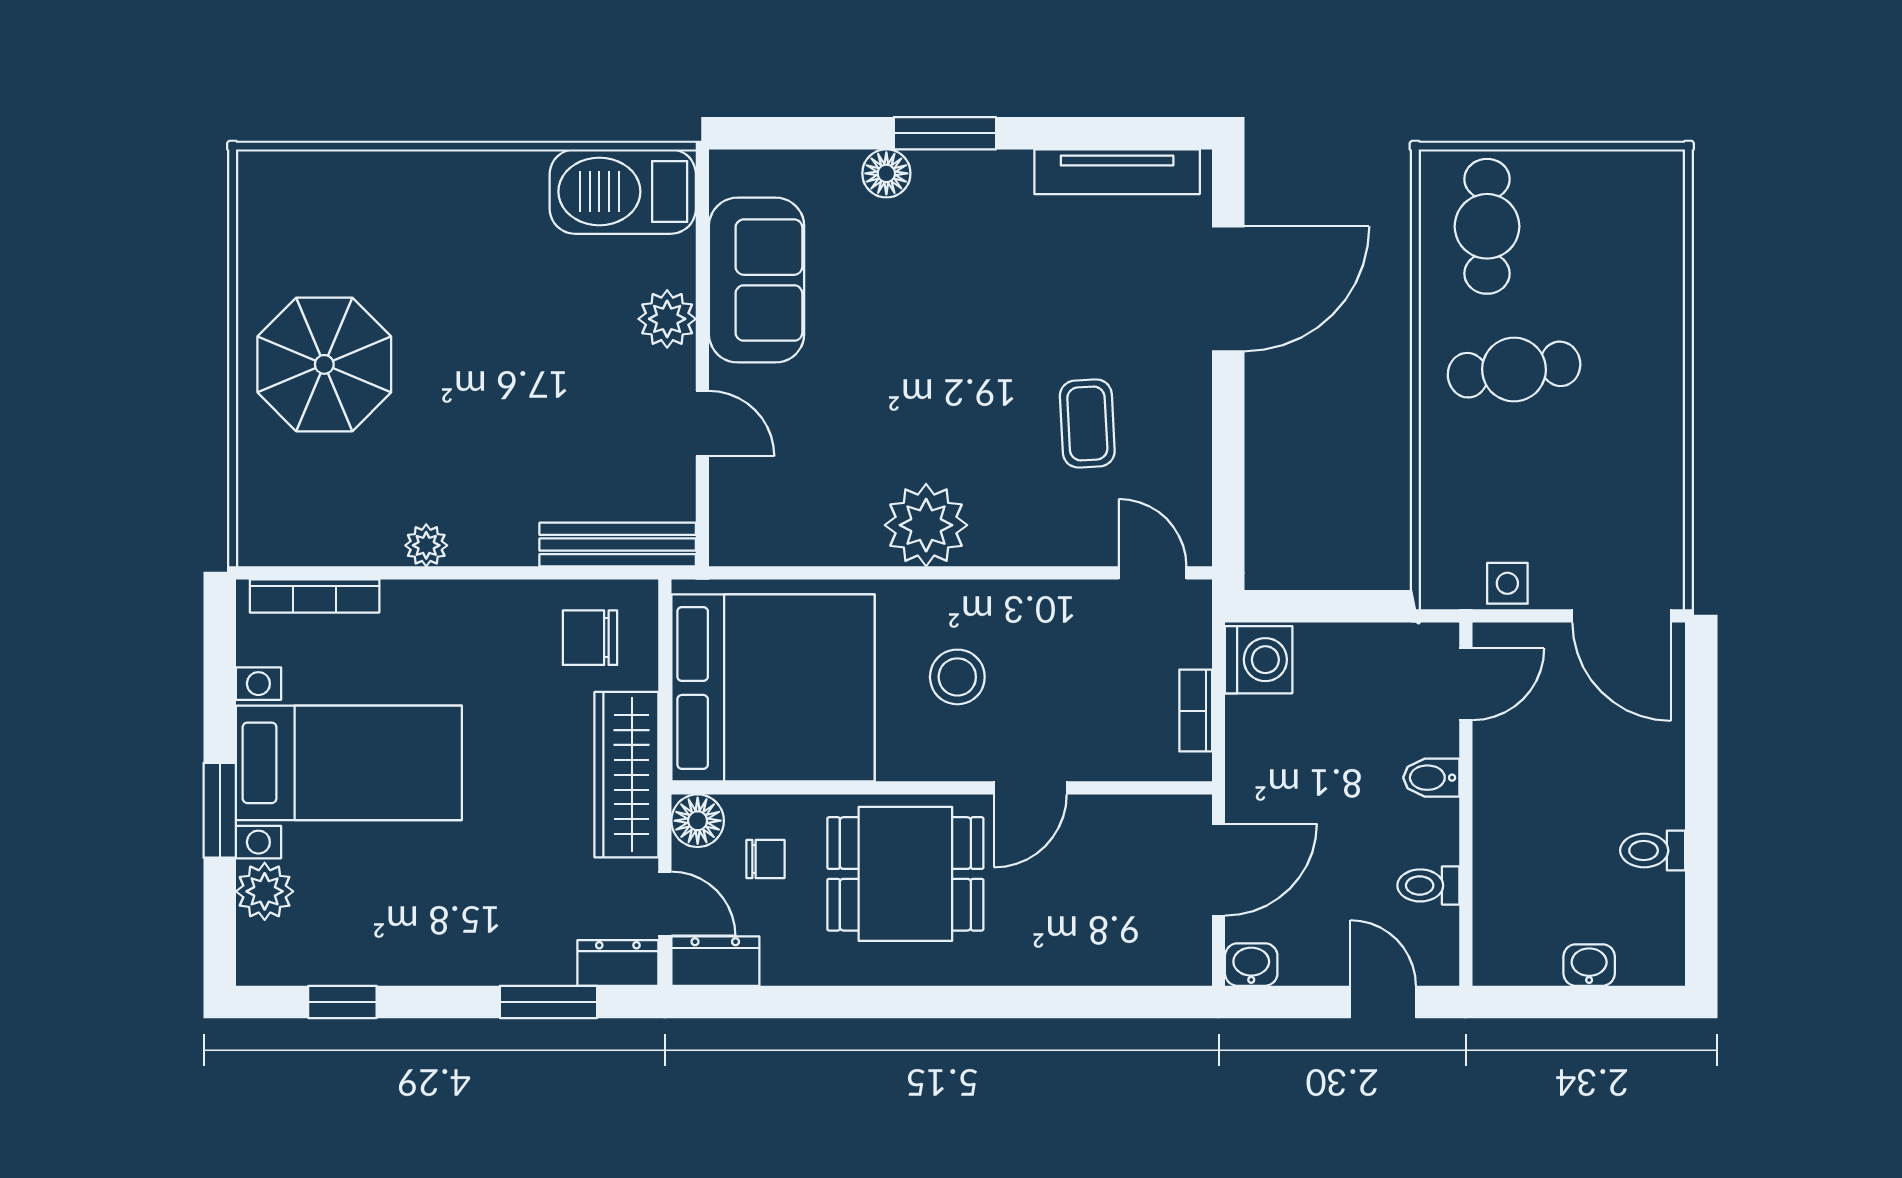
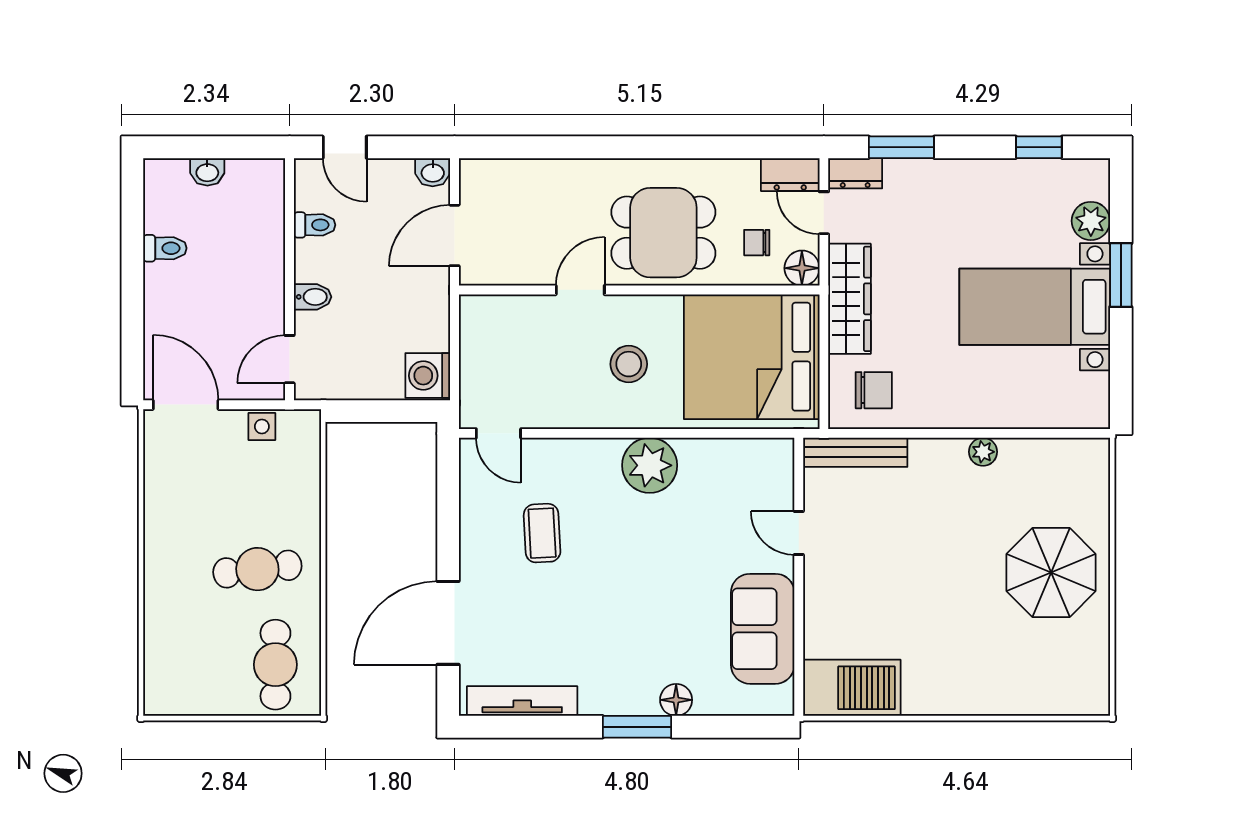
plant: (667, 319) -> (822, 603), removed
bookcase: (315, 596) -> (1058, 418), removed
bookcase: (1196, 711) -> (470, 342), removed

